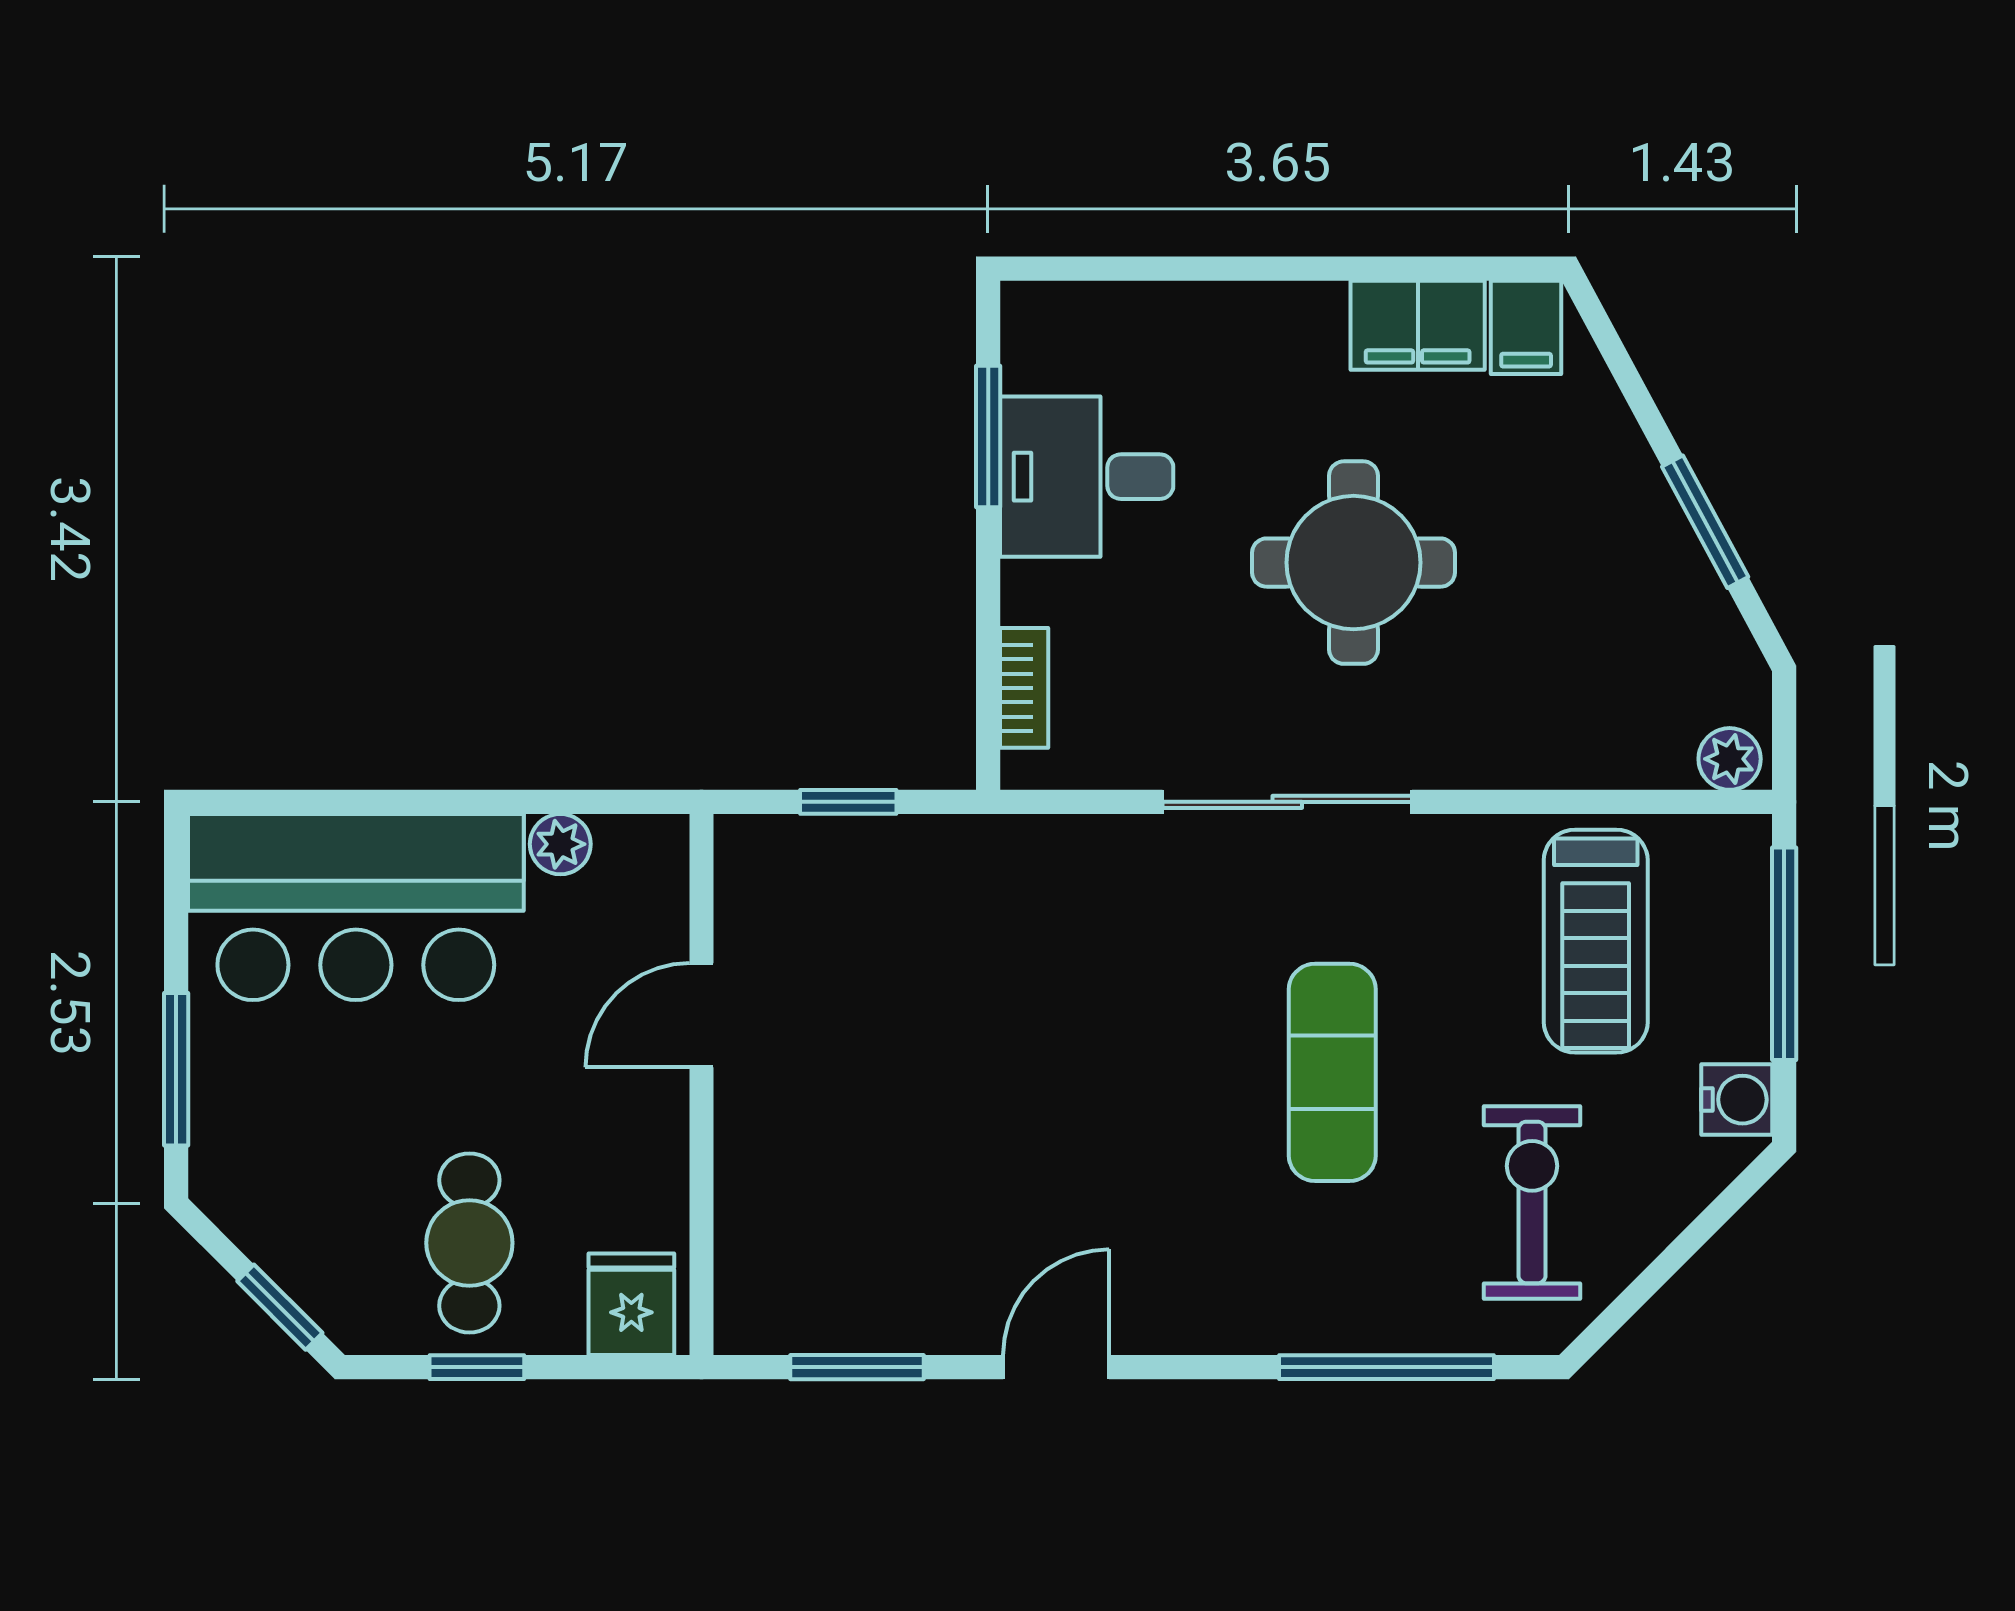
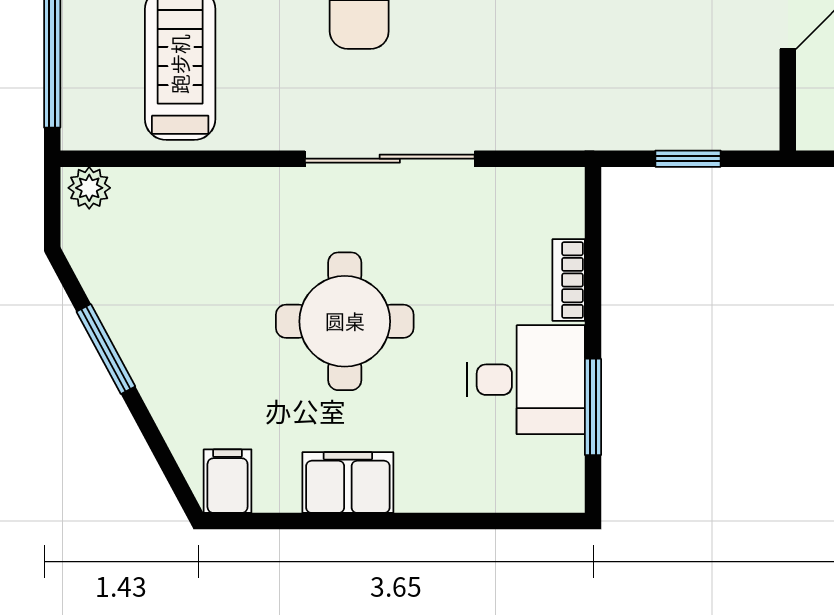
filing cabinet: (1418, 325) -> (348, 483), moved
bookcase: (1024, 688) -> (569, 280), moved

